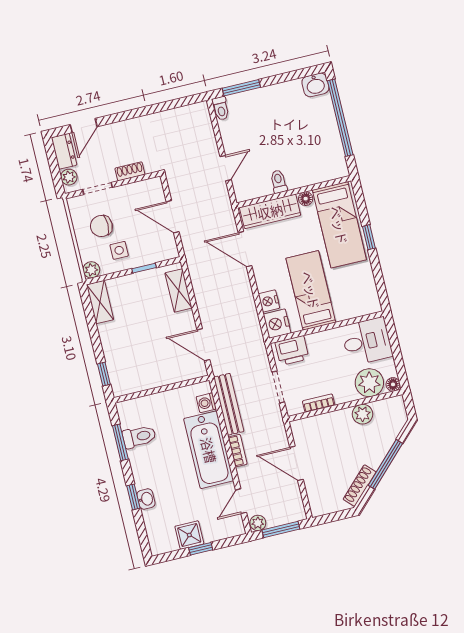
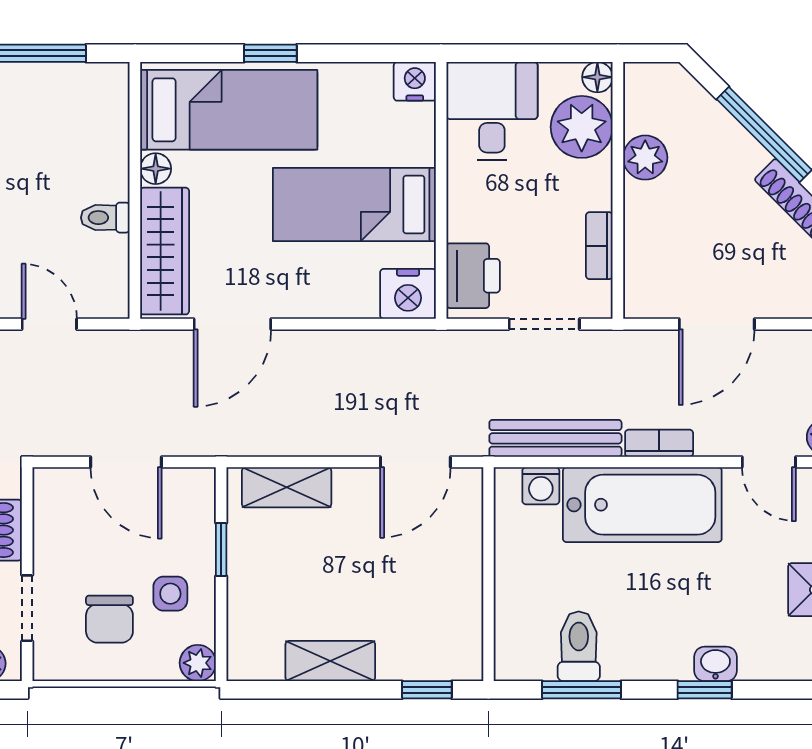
door: (173, 217) -> (126, 462), hinge flipped
nightstand: (269, 301) -> (415, 81), moved, turned 180
shelving: (100, 302) -> (330, 661), moved

